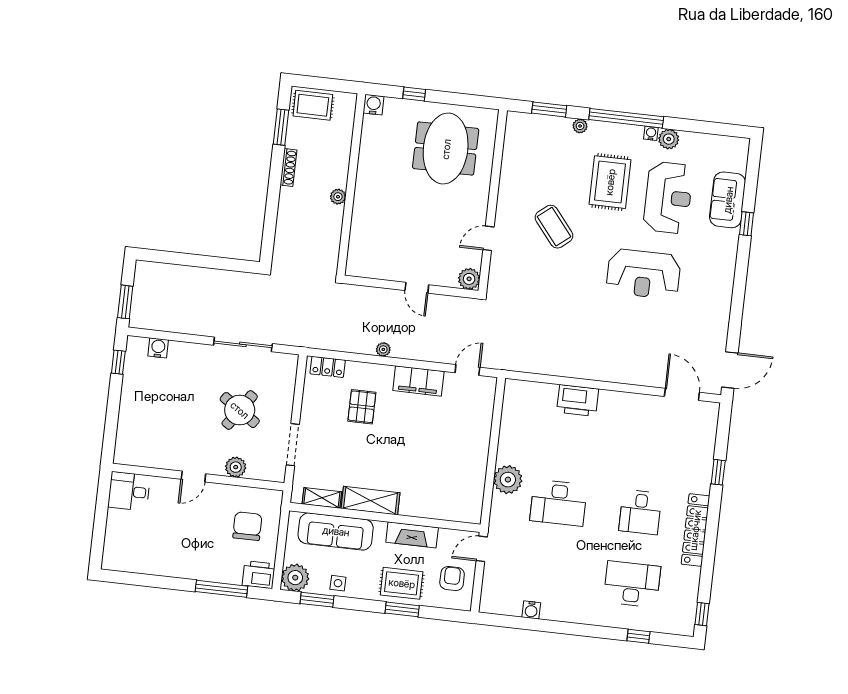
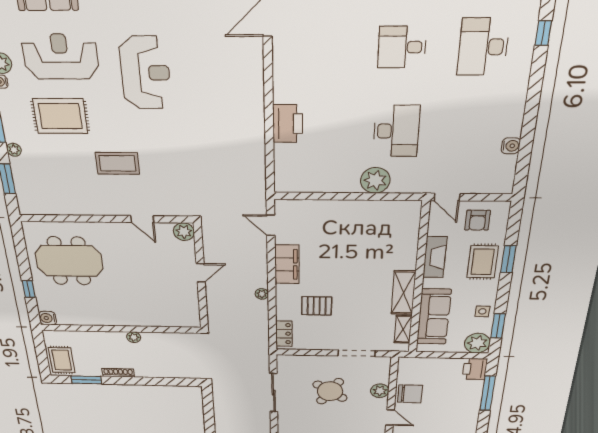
coffee table: (554, 227) -> (117, 163), turned 39
desk: (640, 512) -> (402, 47), turned 180
chair: (247, 526) -> (410, 394), moved, turned 180
armchair: (452, 579) -> (478, 220), turned -90

